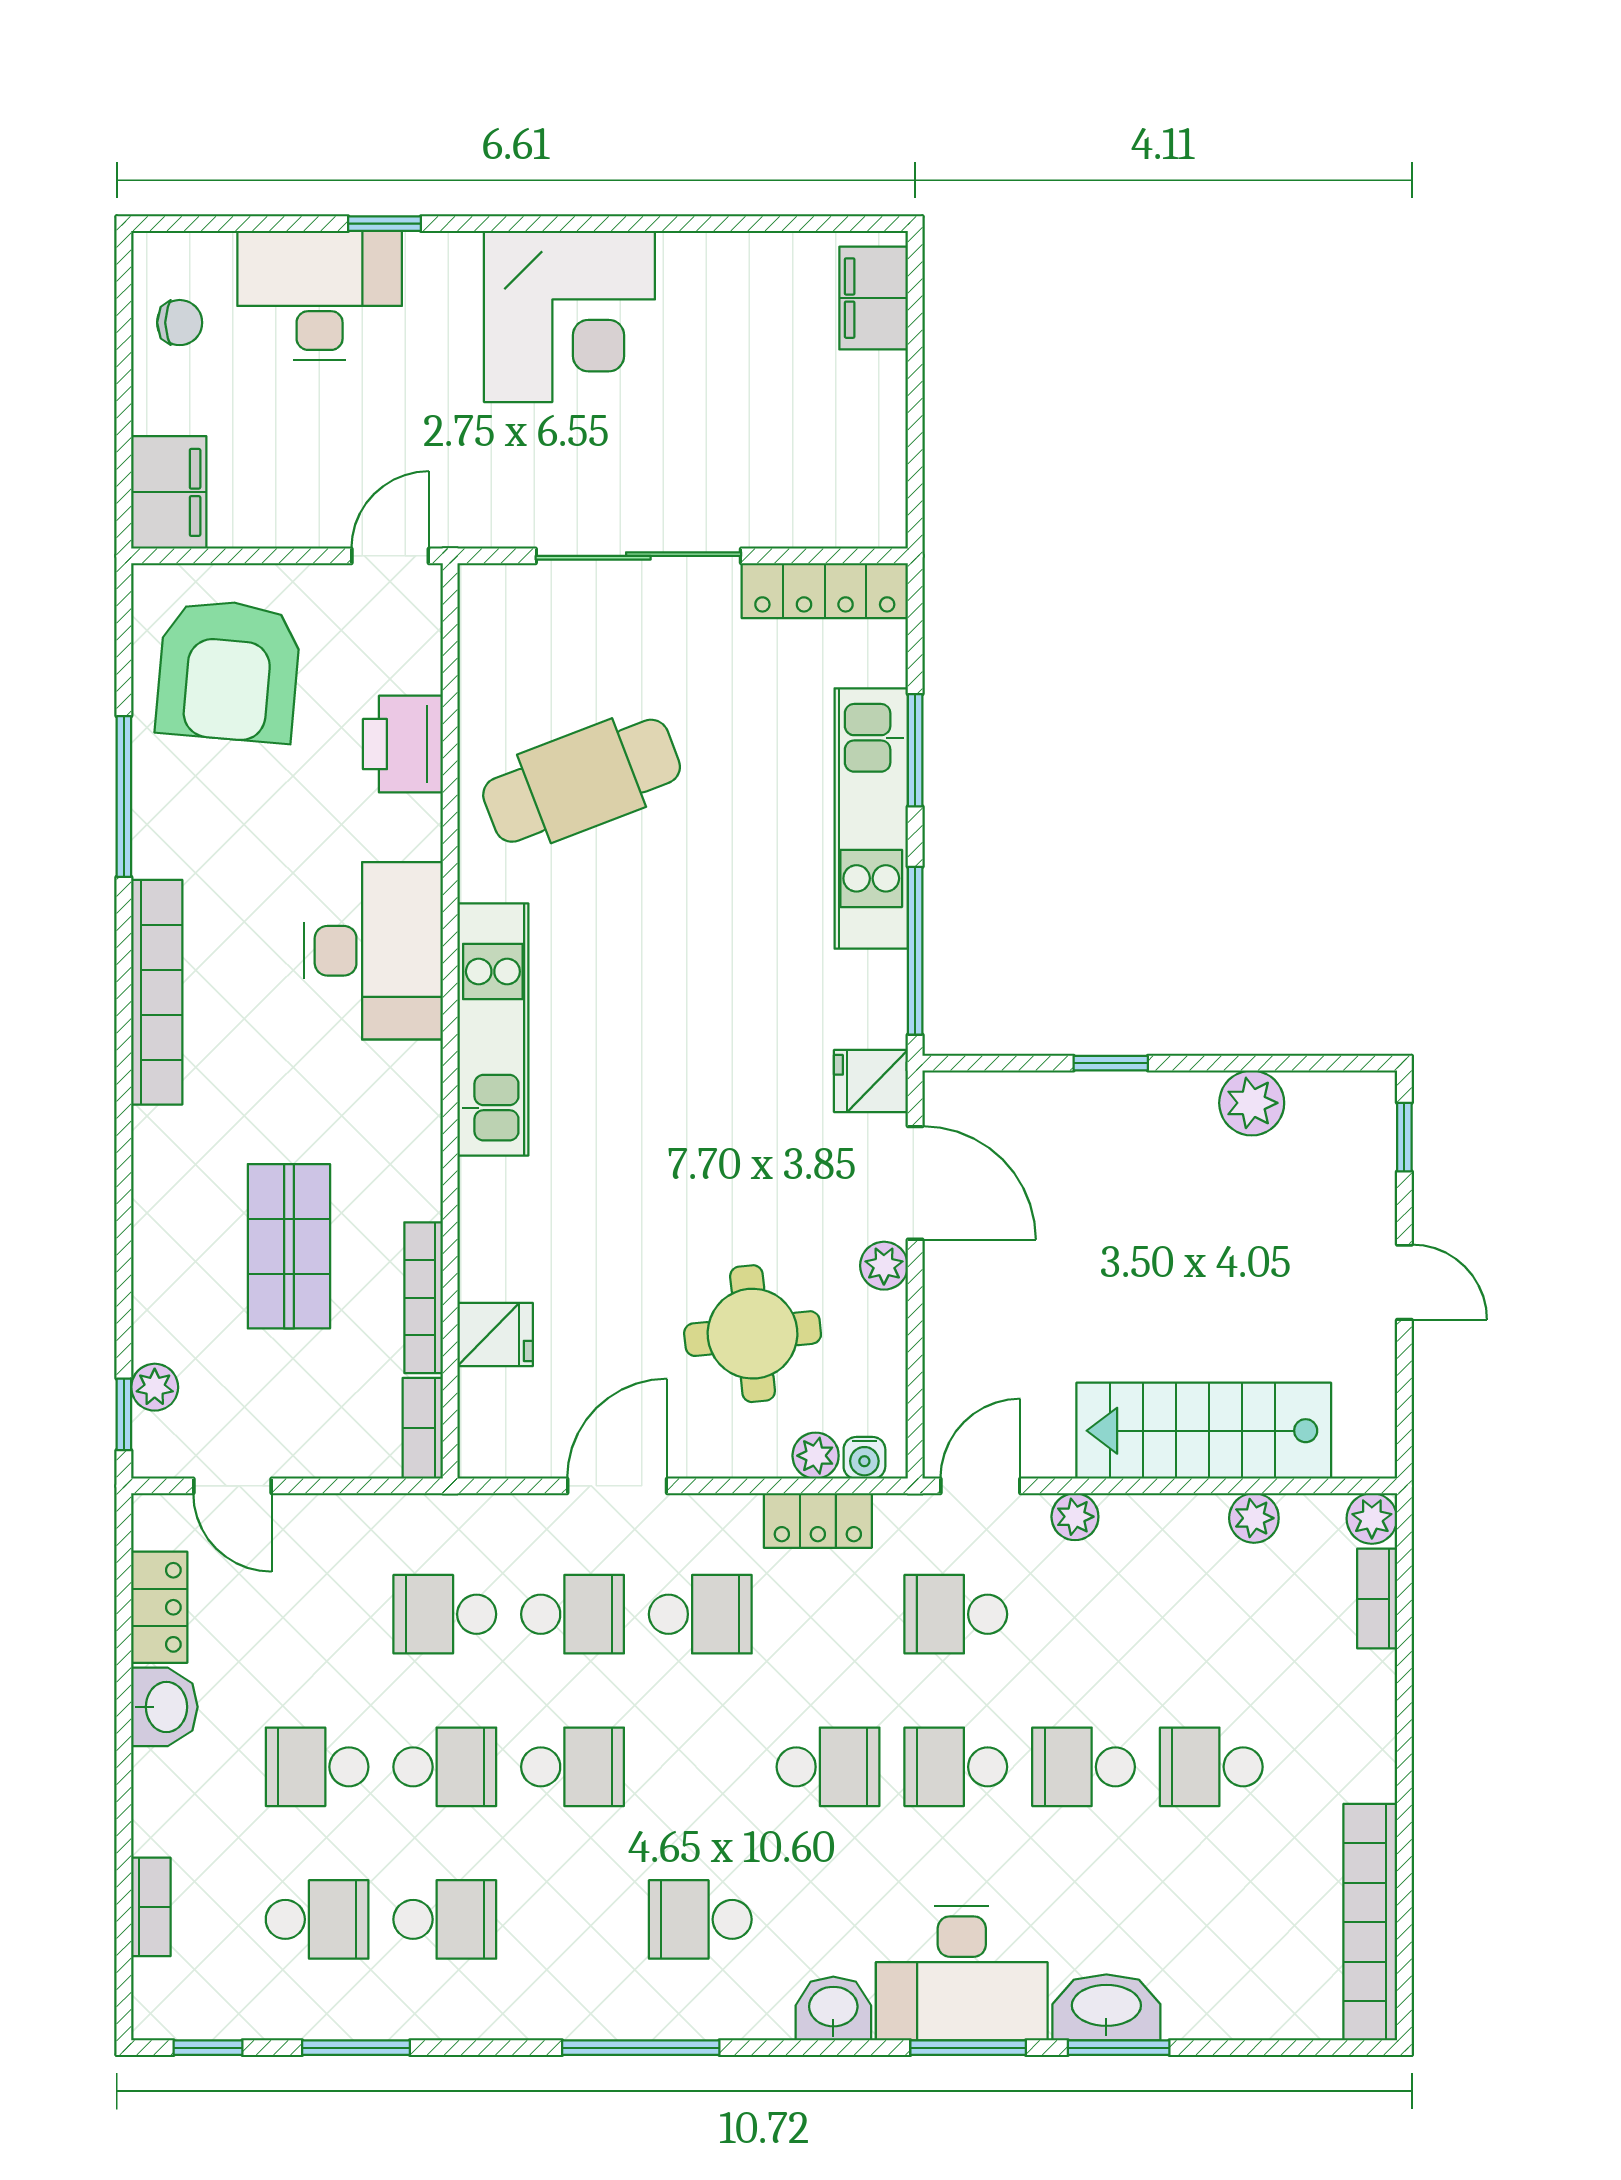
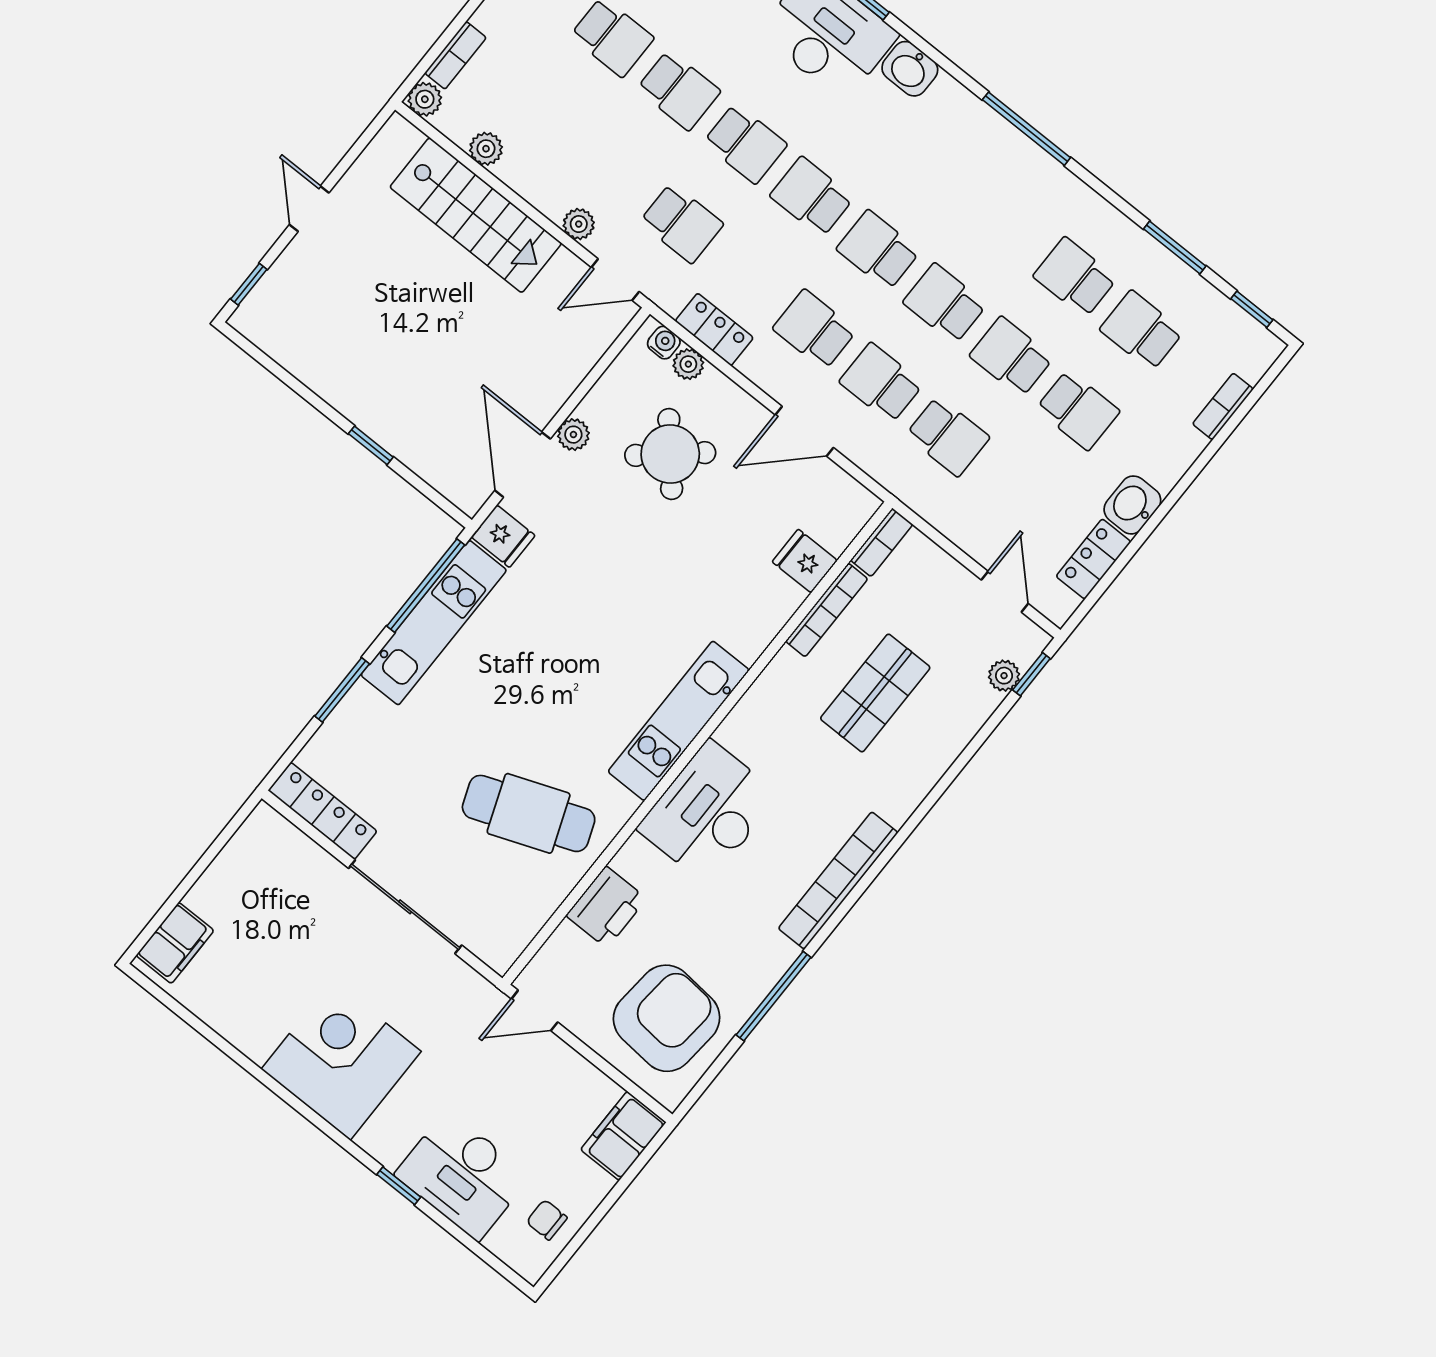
kitchen unit: (871, 819) -> (434, 623), moved
plant: (1252, 1103) -> (314, 366), removed
round table: (753, 1334) -> (670, 454), turned -35
school desk: (700, 1919) -> (878, 250), moved, turned 180

